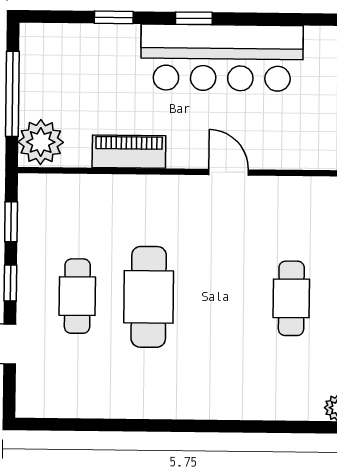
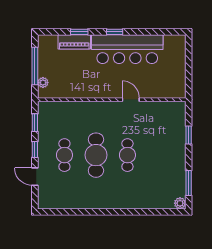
plant: (41, 142) -> (43, 83), width x0.53, depth x0.53
piano: (129, 152) -> (74, 42), moved, turned 180
cafe table: (291, 298) -> (127, 155), moved

